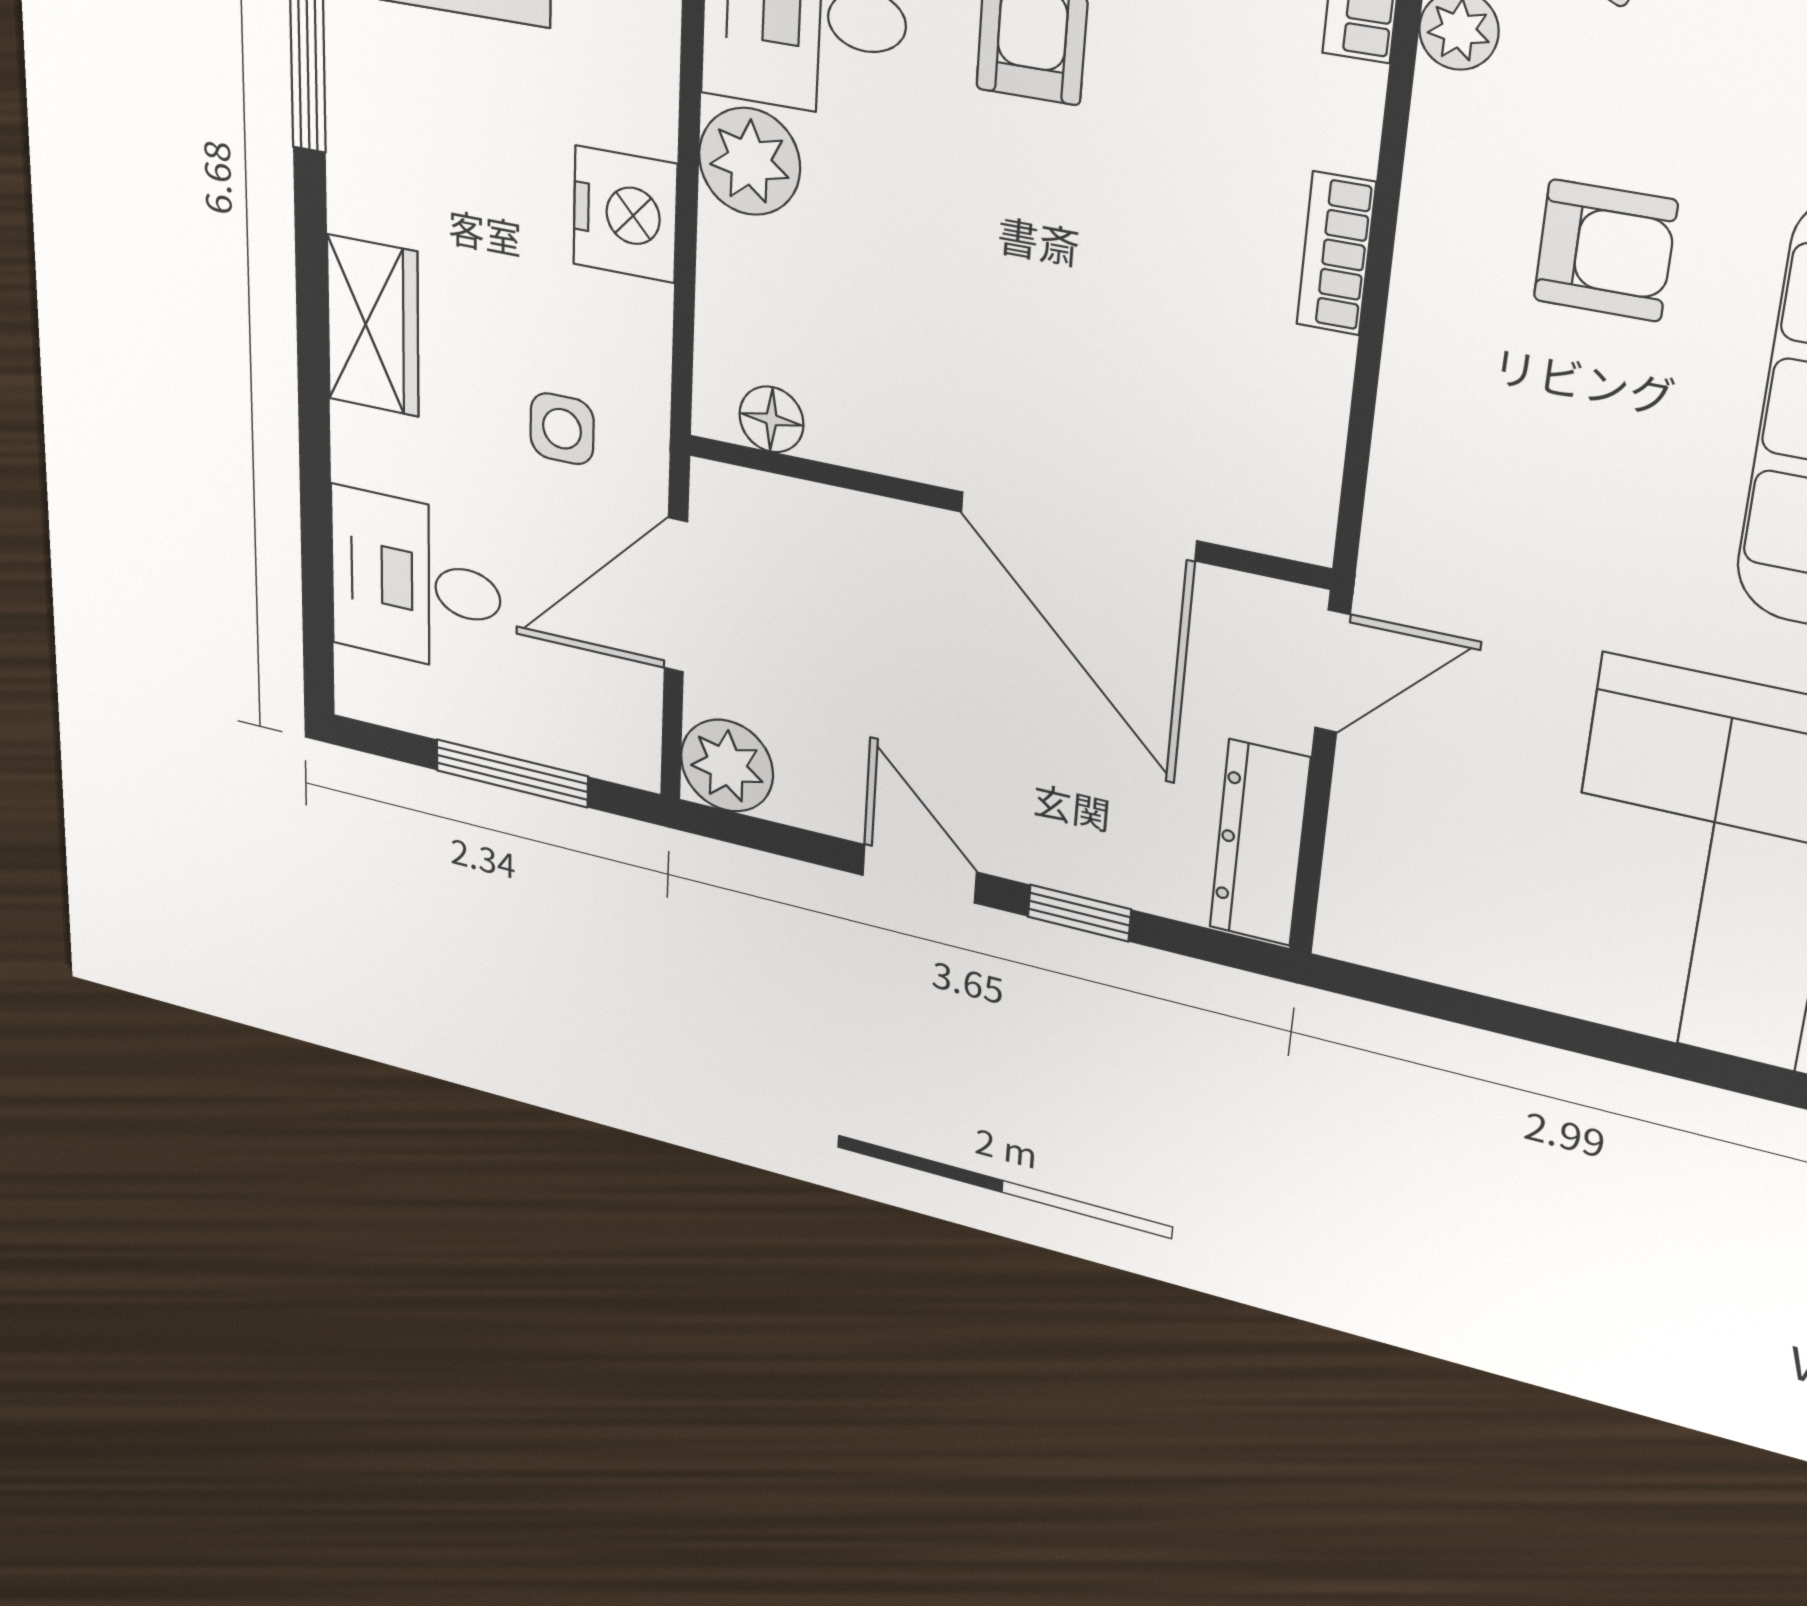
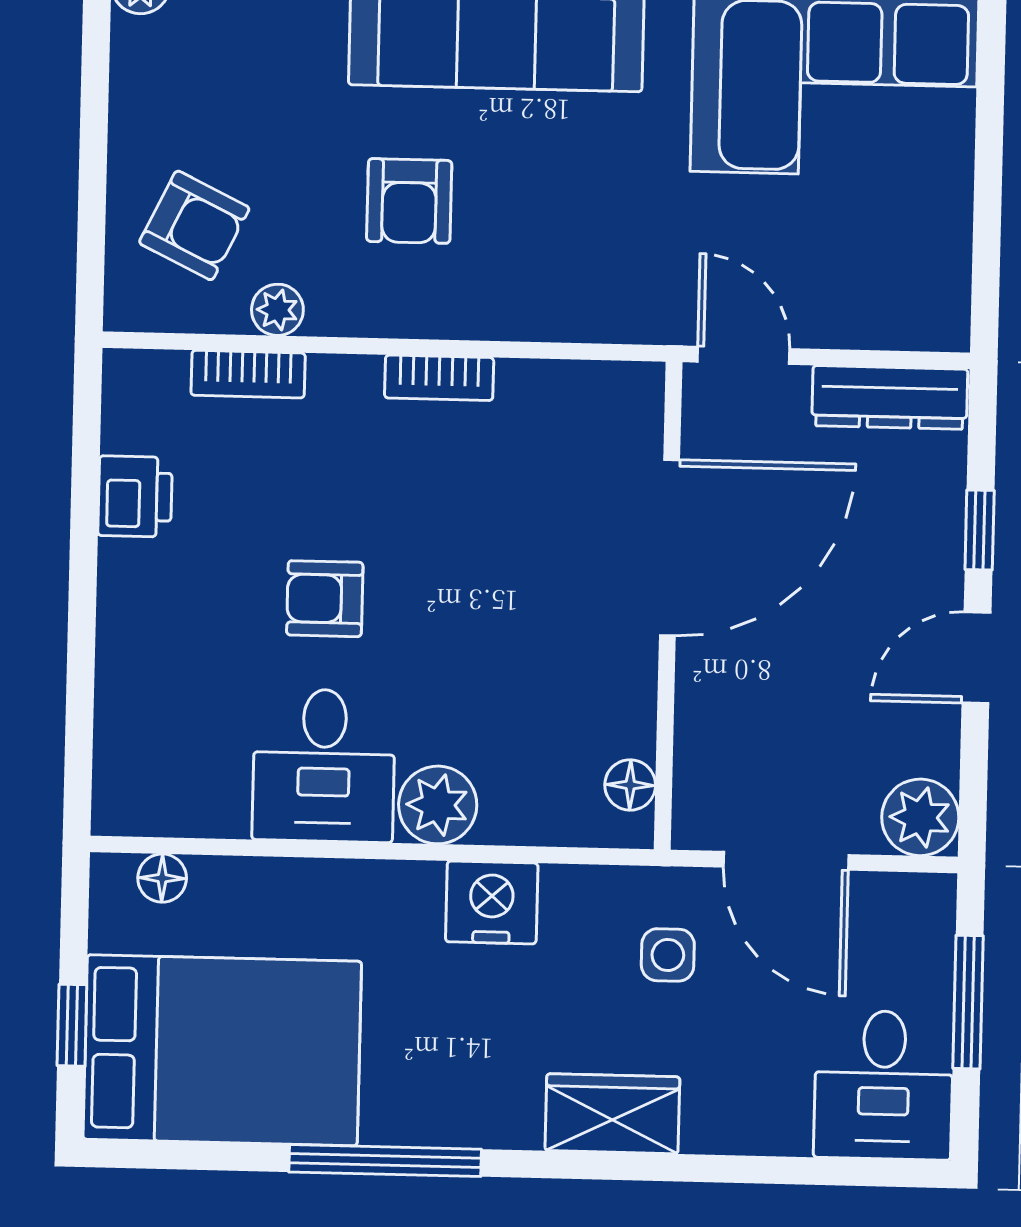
armchair: (1605, 251) -> (409, 201), turned 180
desk: (415, 582) -> (884, 1085), moved

